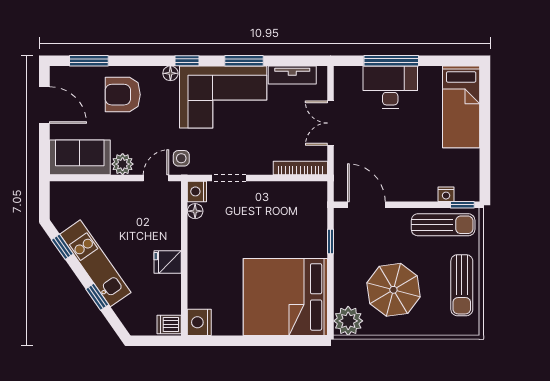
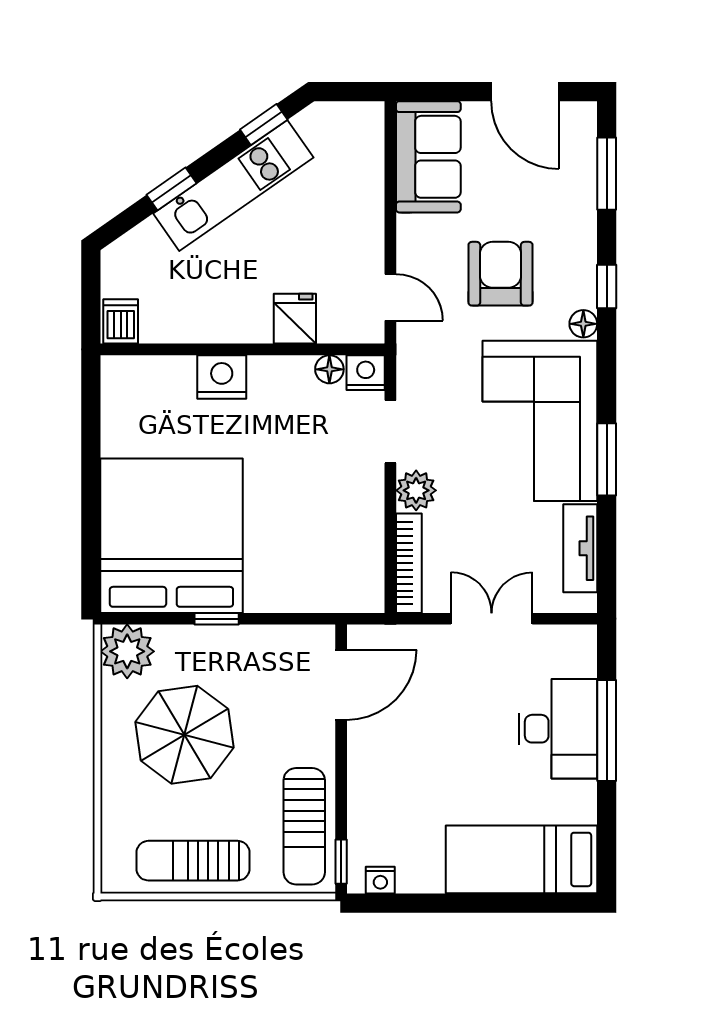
window: (187, 61) -> (607, 286), moved
armchair: (123, 95) -> (501, 274), moved
door: (44, 105) -> (525, 92), hinge flipped
side table: (181, 158) -> (427, 344), removed
plant: (123, 164) -> (416, 490), moved
nightstand: (446, 194) -> (380, 880), moved, turned -90
window: (330, 242) -> (217, 619), moved
fridge: (168, 262) -> (295, 319), moved
nightstand: (199, 322) -> (222, 377), moved

